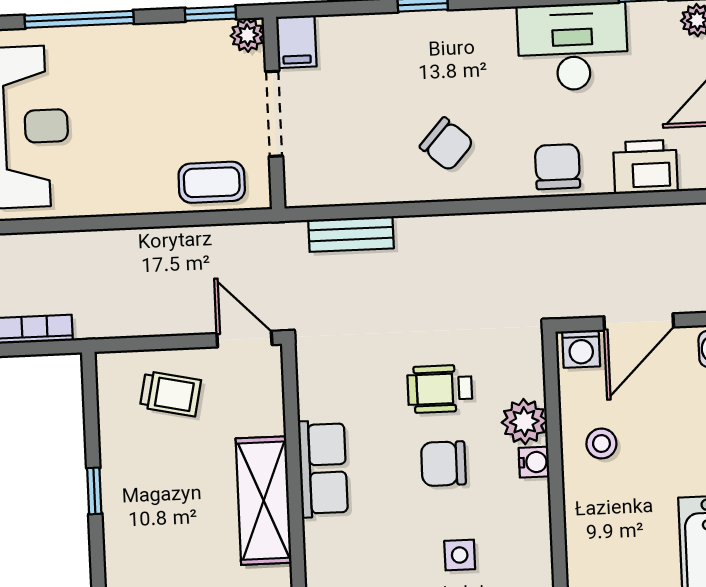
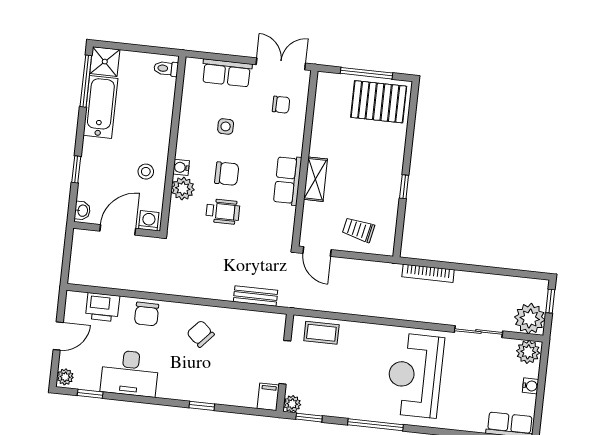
shelving: (264, 501) -> (315, 179), width x0.67, depth x0.75

